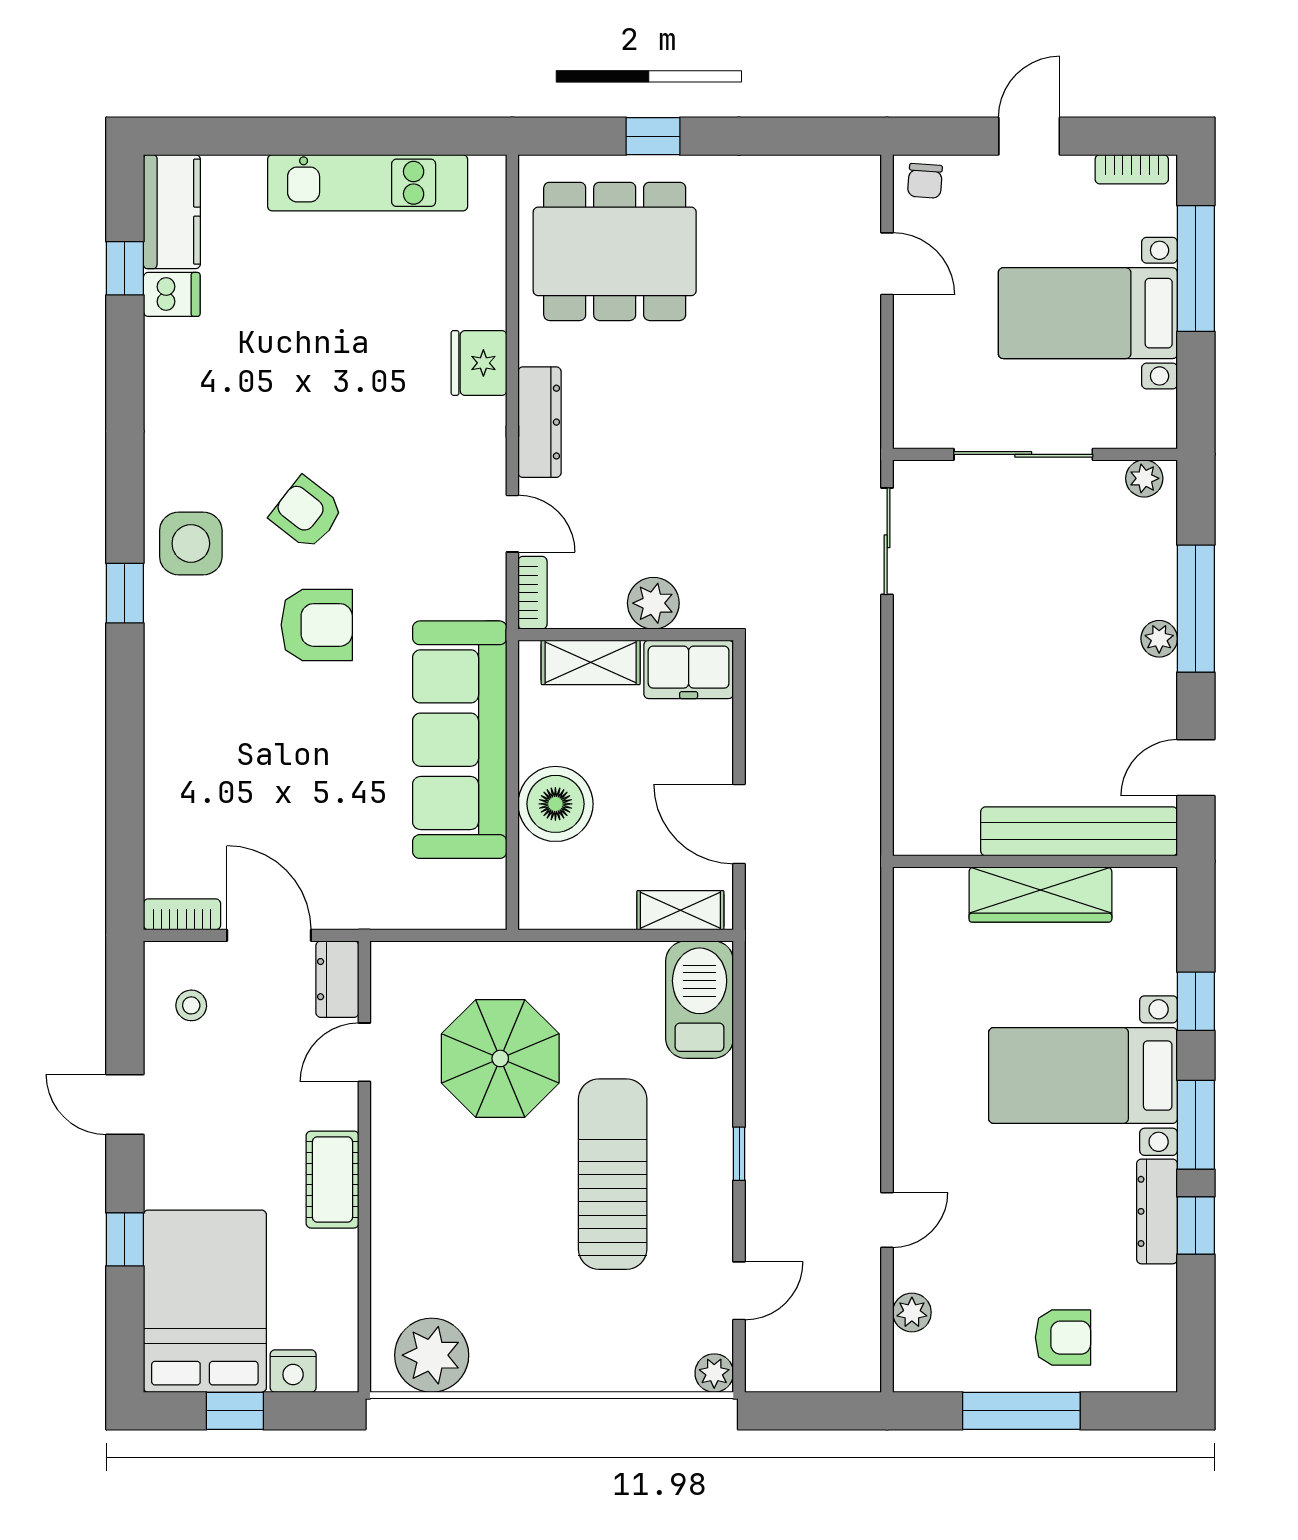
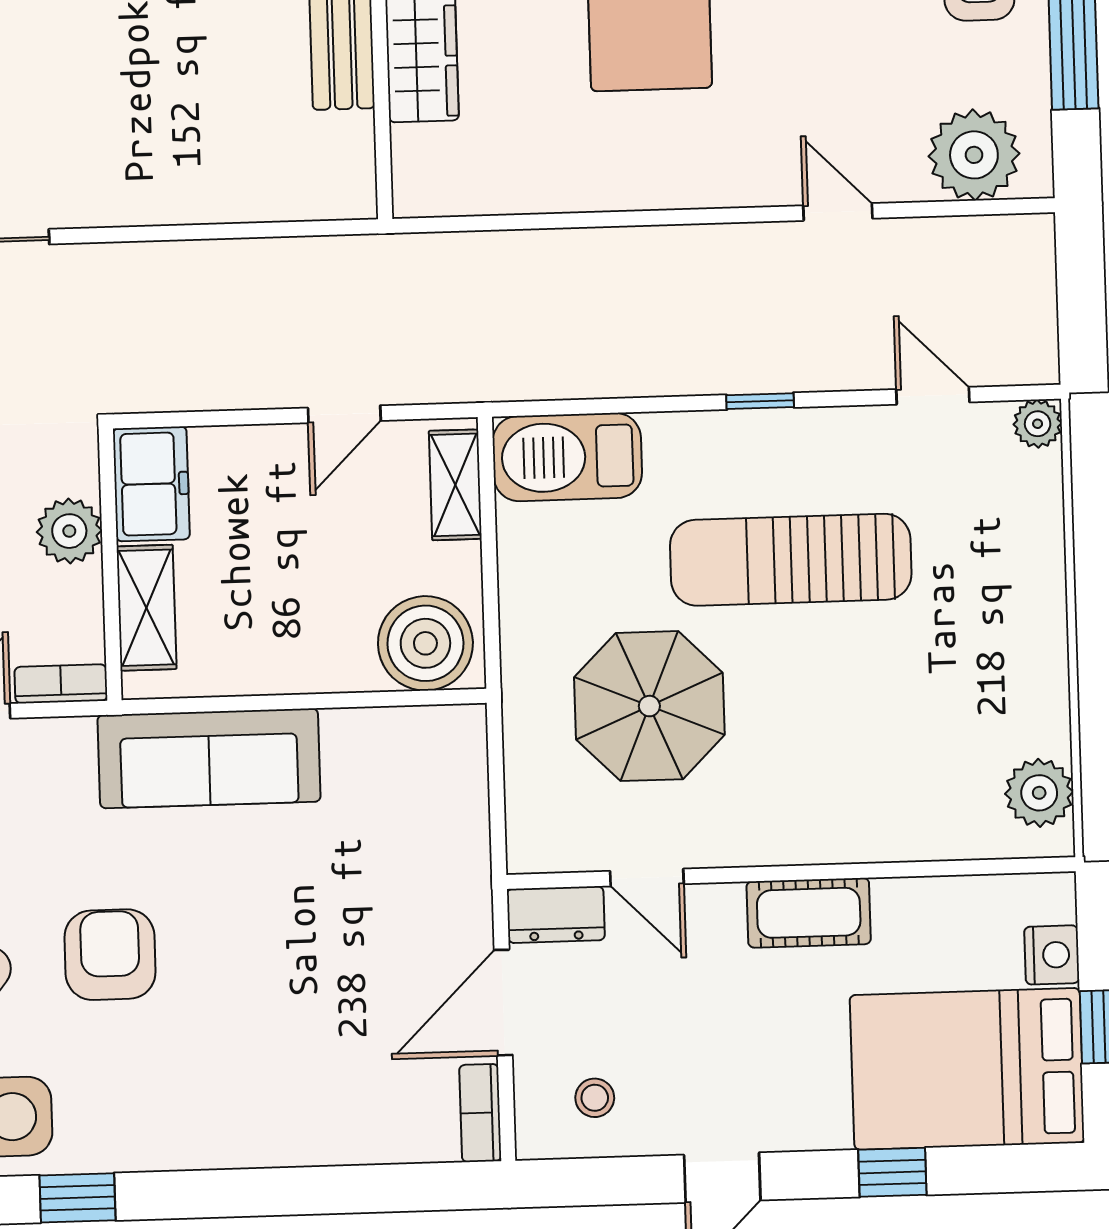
sofa: (460, 740) -> (209, 758), width x0.74, depth x0.79
boiler: (555, 804) -> (425, 643), moved
door: (739, 824) -> (344, 414), width x0.73
plant: (912, 1312) -> (974, 155), width x1.88, depth x1.88
plant: (432, 1355) -> (1039, 793), width x0.73, depth x0.73

